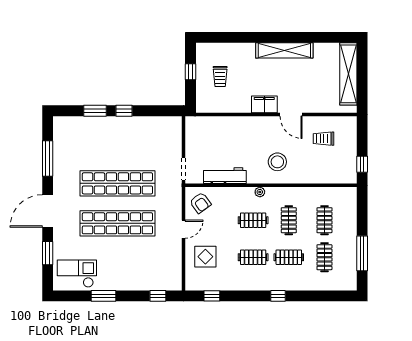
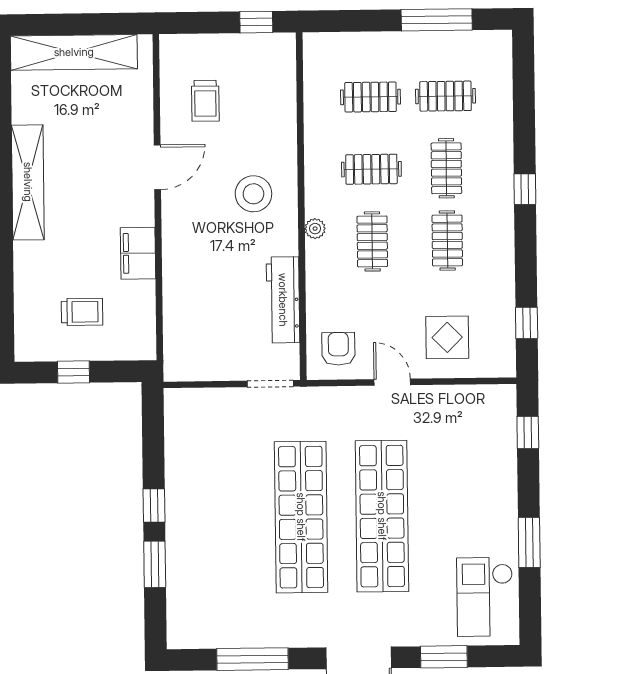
filing cabinet: (264, 104) -> (138, 253), moved
armchair: (200, 203) -> (338, 349), turned -54

